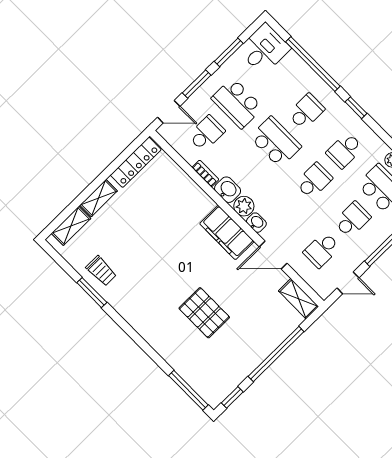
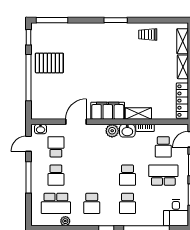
school desk: (275, 142) -> (127, 175), width x0.54
school desk: (345, 150) -> (92, 203), turned 180
school desk: (314, 181) -> (92, 175), removed
washbasin: (256, 223) -> (41, 129), moved
window: (92, 293) -> (116, 20), moved
shelving: (299, 299) -> (138, 114), moved
pallet: (204, 313) -> (49, 63), moved

